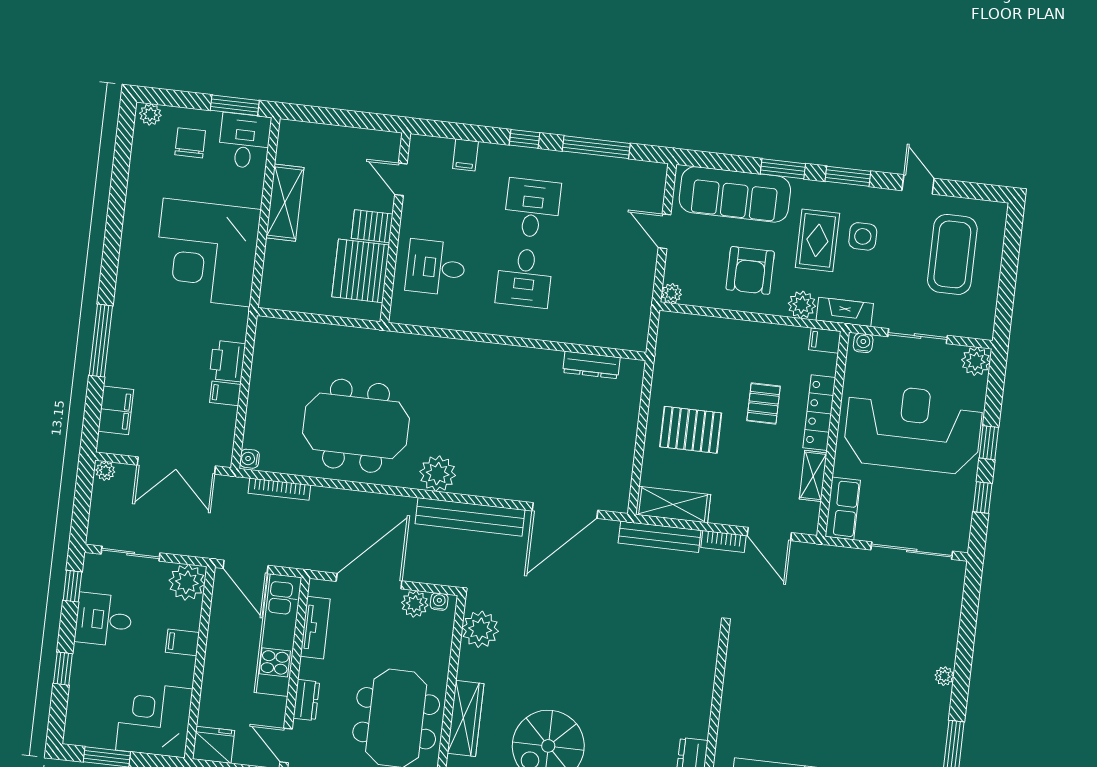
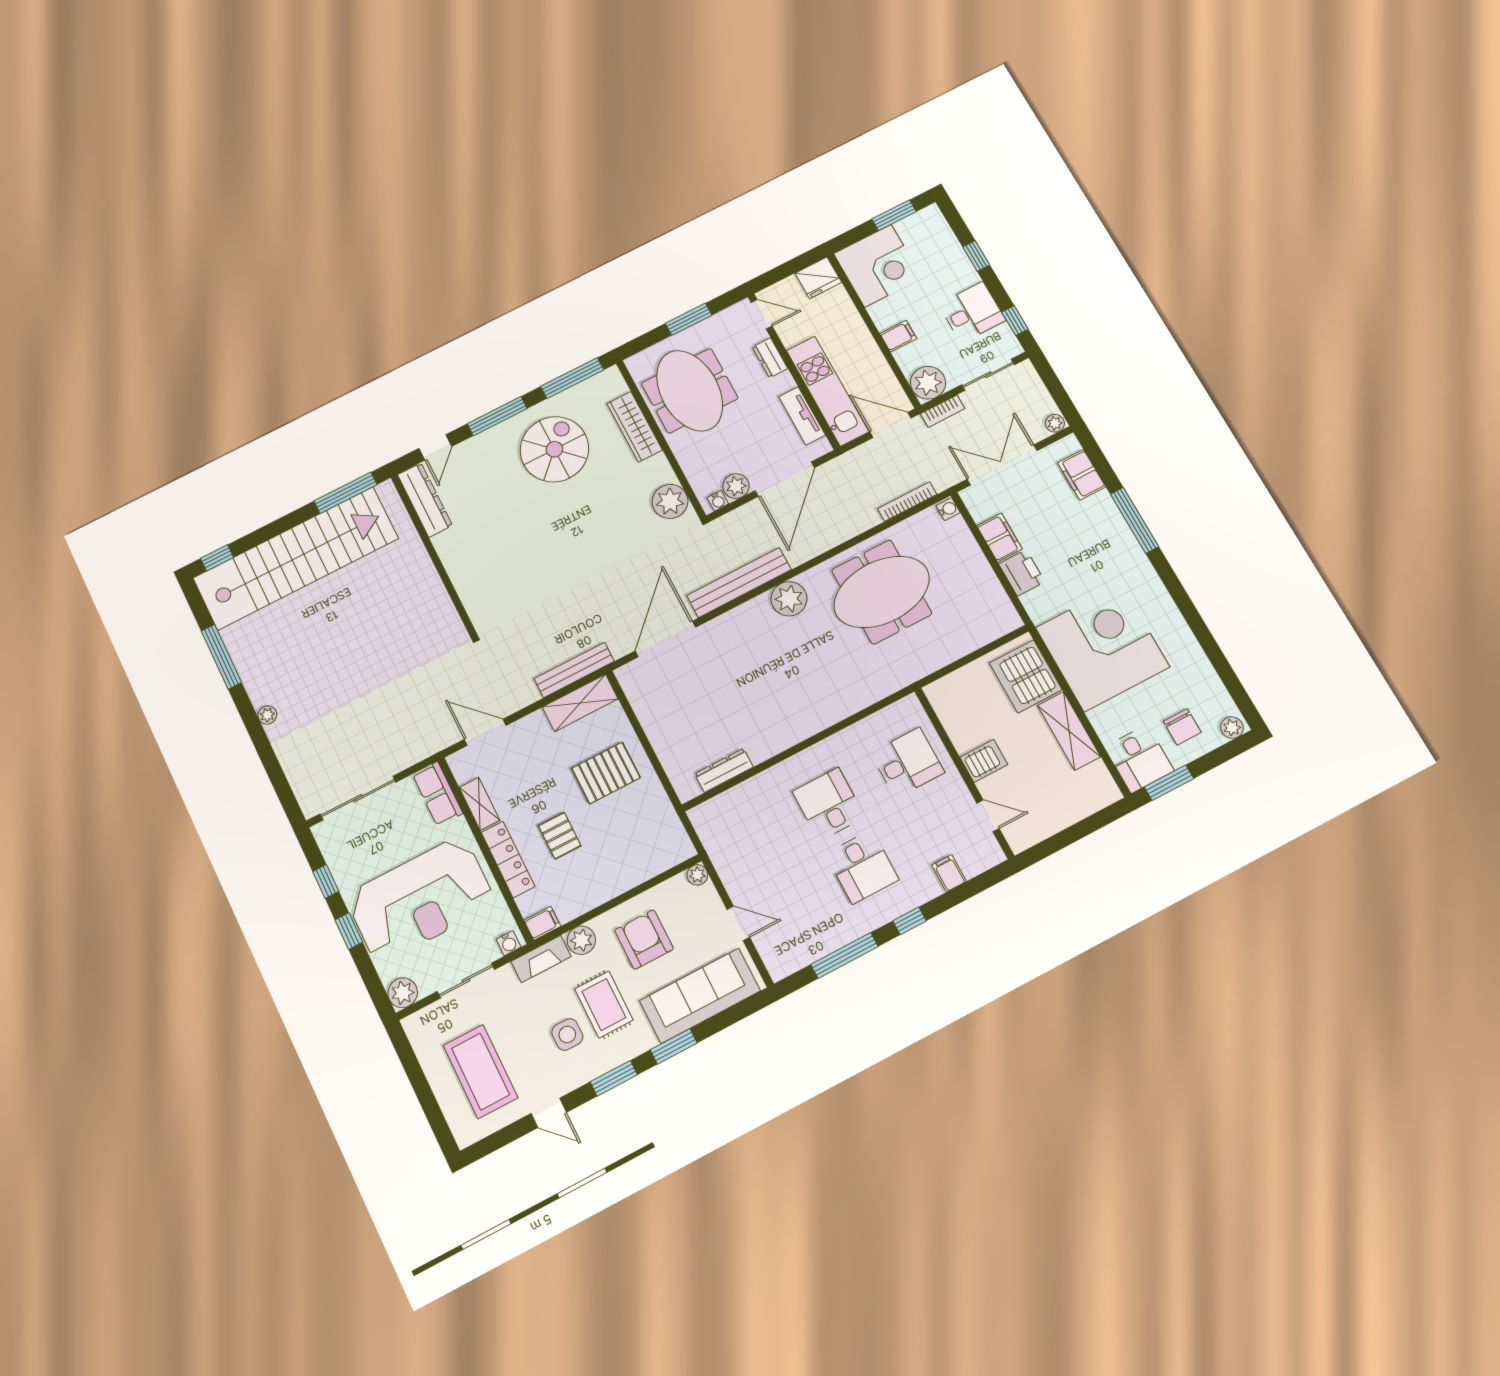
server rack: (361, 271) -> (1026, 676), moved, turned 180
filing cabinet: (225, 393) -> (999, 537), width x2.00
bookcase: (723, 541) -> (943, 411), moved, turned 180

